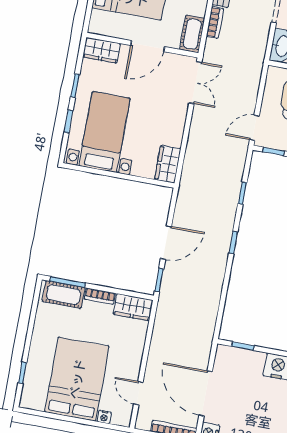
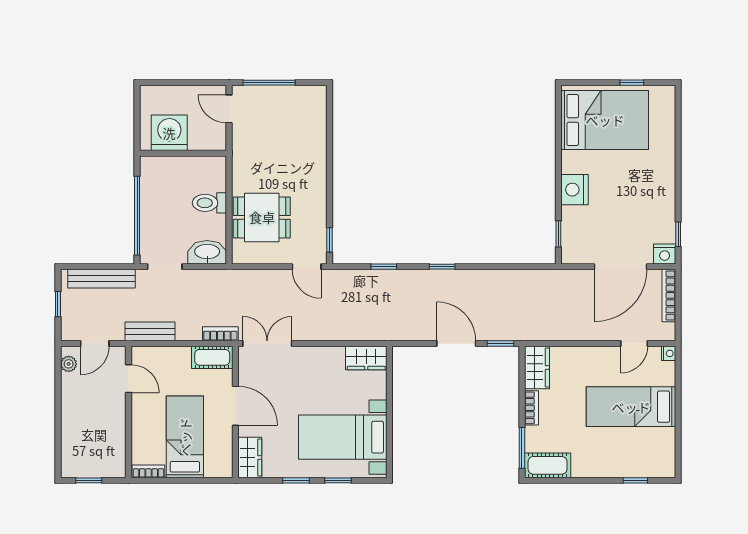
bookcase: (215, 23) -> (220, 334), moved
cot: (64, 294) -> (548, 465), moved, turned 90
bed: (77, 379) -> (631, 407), width x0.67
nightstand: (104, 417) -> (669, 353), moved

